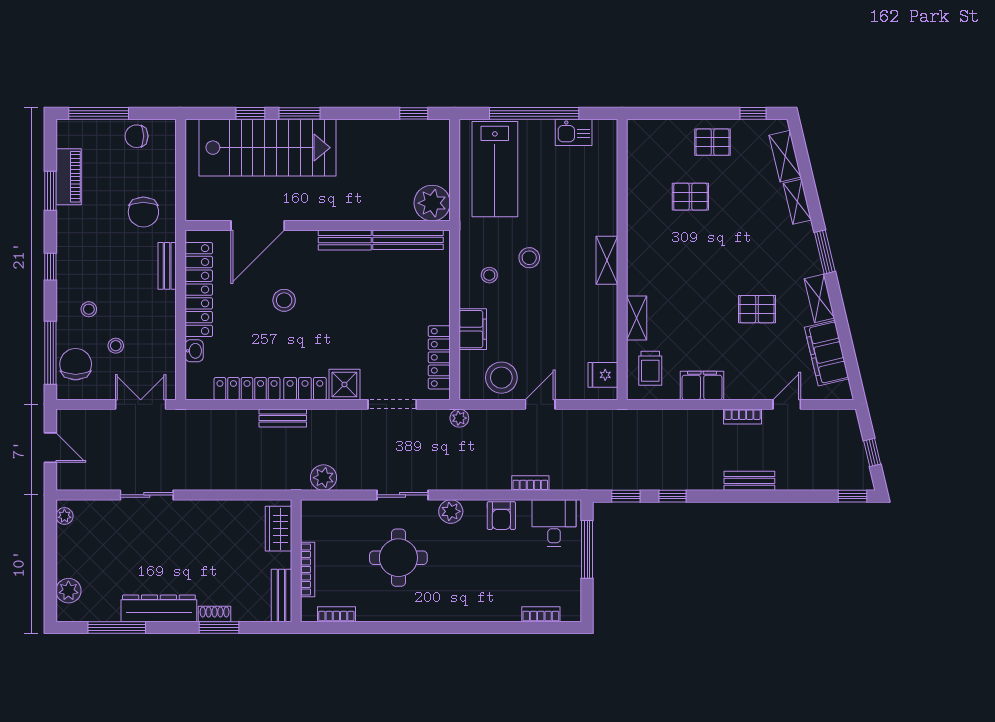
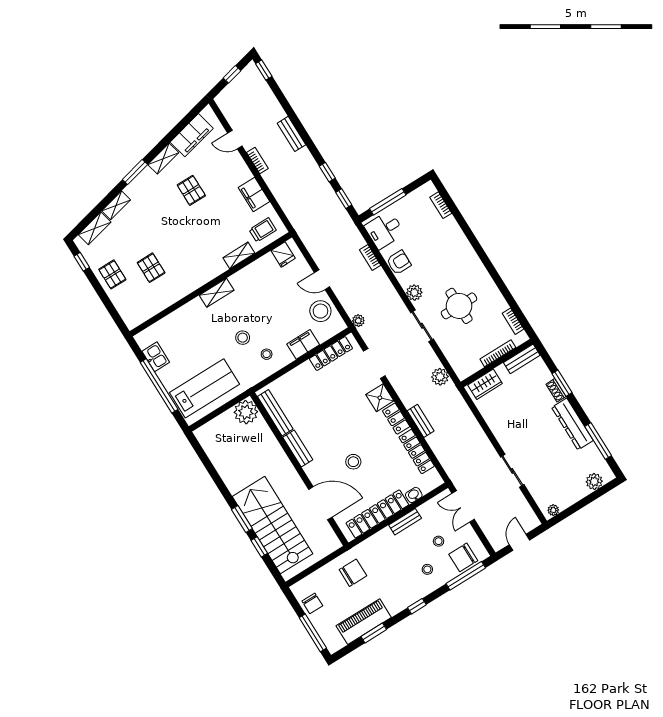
window: (414, 113) -> (202, 454), removed
piano: (69, 177) -> (364, 622), width x1.37, depth x1.33
bench: (167, 266) -> (405, 522), moved

